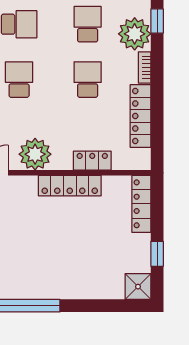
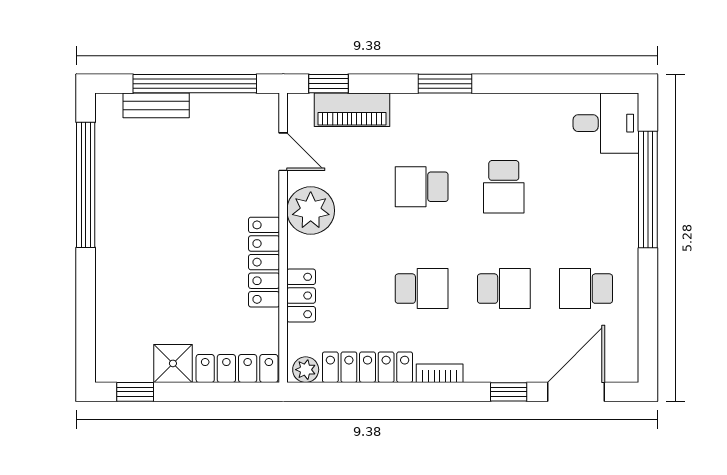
plant: (135, 34) -> (306, 370), moved, width x0.53, depth x0.53
school desk: (19, 80) -> (422, 187), turned 180
window: (157, 254) -> (135, 392), moved
shower: (138, 287) -> (173, 363), moved

